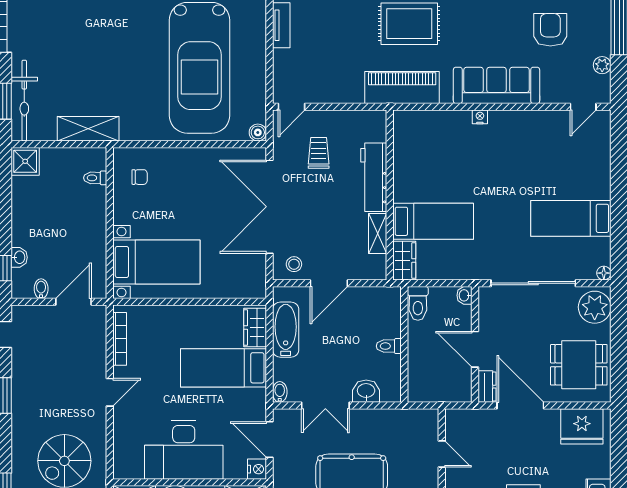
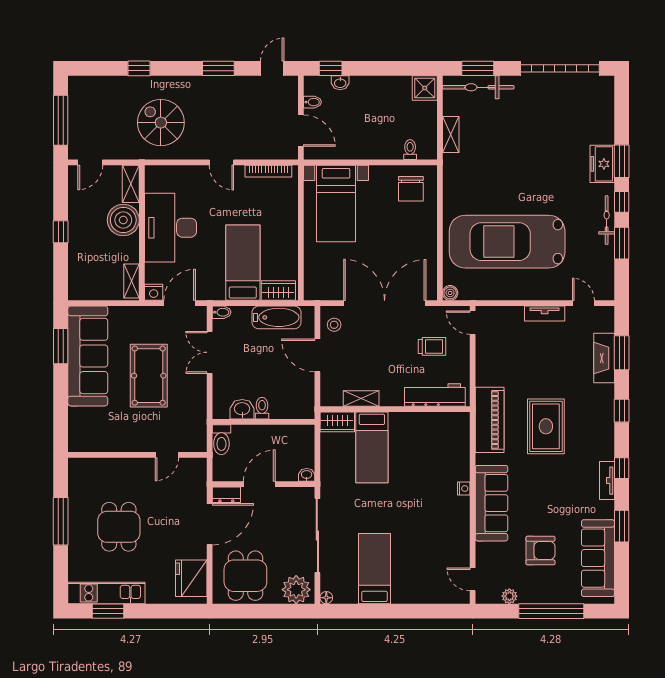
shelving: (88, 129) -> (451, 134), width x0.67, depth x0.75
chair: (140, 177) -> (411, 189), width x1.87, depth x1.87
workbench: (374, 177) -> (435, 395), moved
toilet: (418, 303) -> (221, 440), moved, turned -90
washbasin: (366, 391) -> (242, 409), moved, turned -90

